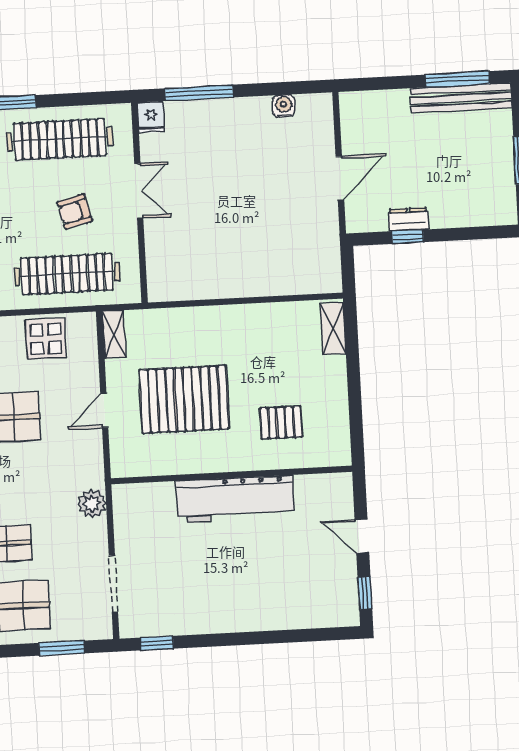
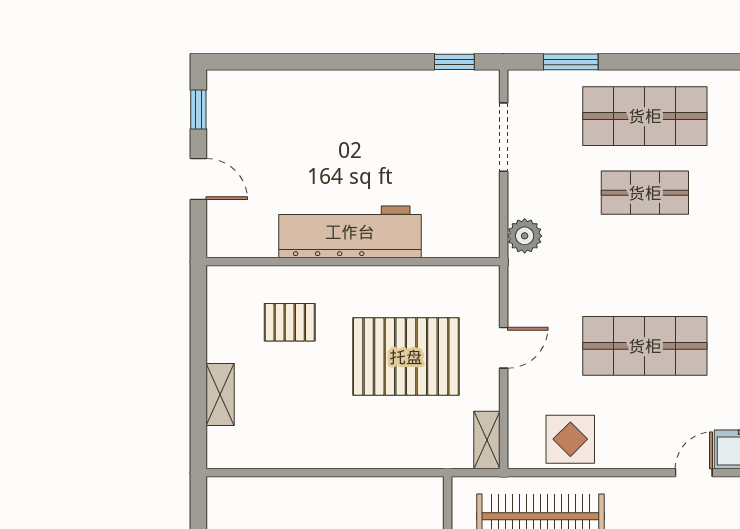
shelving: (333, 329) -> (220, 394), moved

